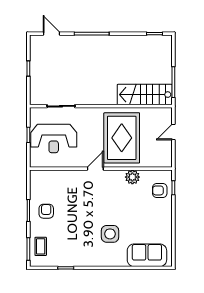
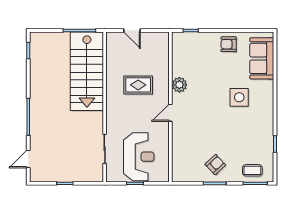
stairs: (145, 95) -> (87, 71), width x1.36, depth x1.51
rug: (122, 138) -> (138, 85), width x0.54, depth x0.49
door: (95, 169) -> (170, 113), hinge flipped
plant: (132, 177) -> (179, 85), moved
armchair: (160, 190) -> (229, 44), moved, turned 90
armchair: (46, 211) -> (215, 165), turned 137

